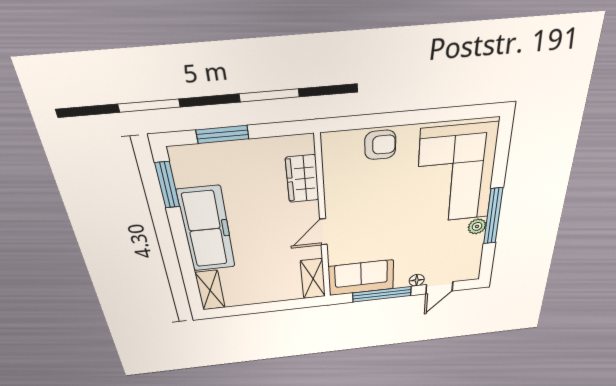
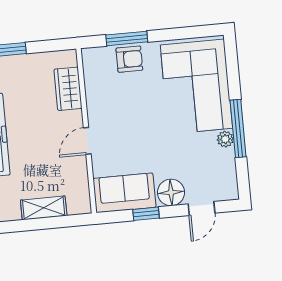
window: (379, 120) -> (127, 38), added
shelving: (313, 279) -> (44, 208), moved, turned 90
floor lamp: (417, 280) -> (171, 192), width x1.89, depth x1.89
window: (382, 294) -> (146, 214), width x0.46

